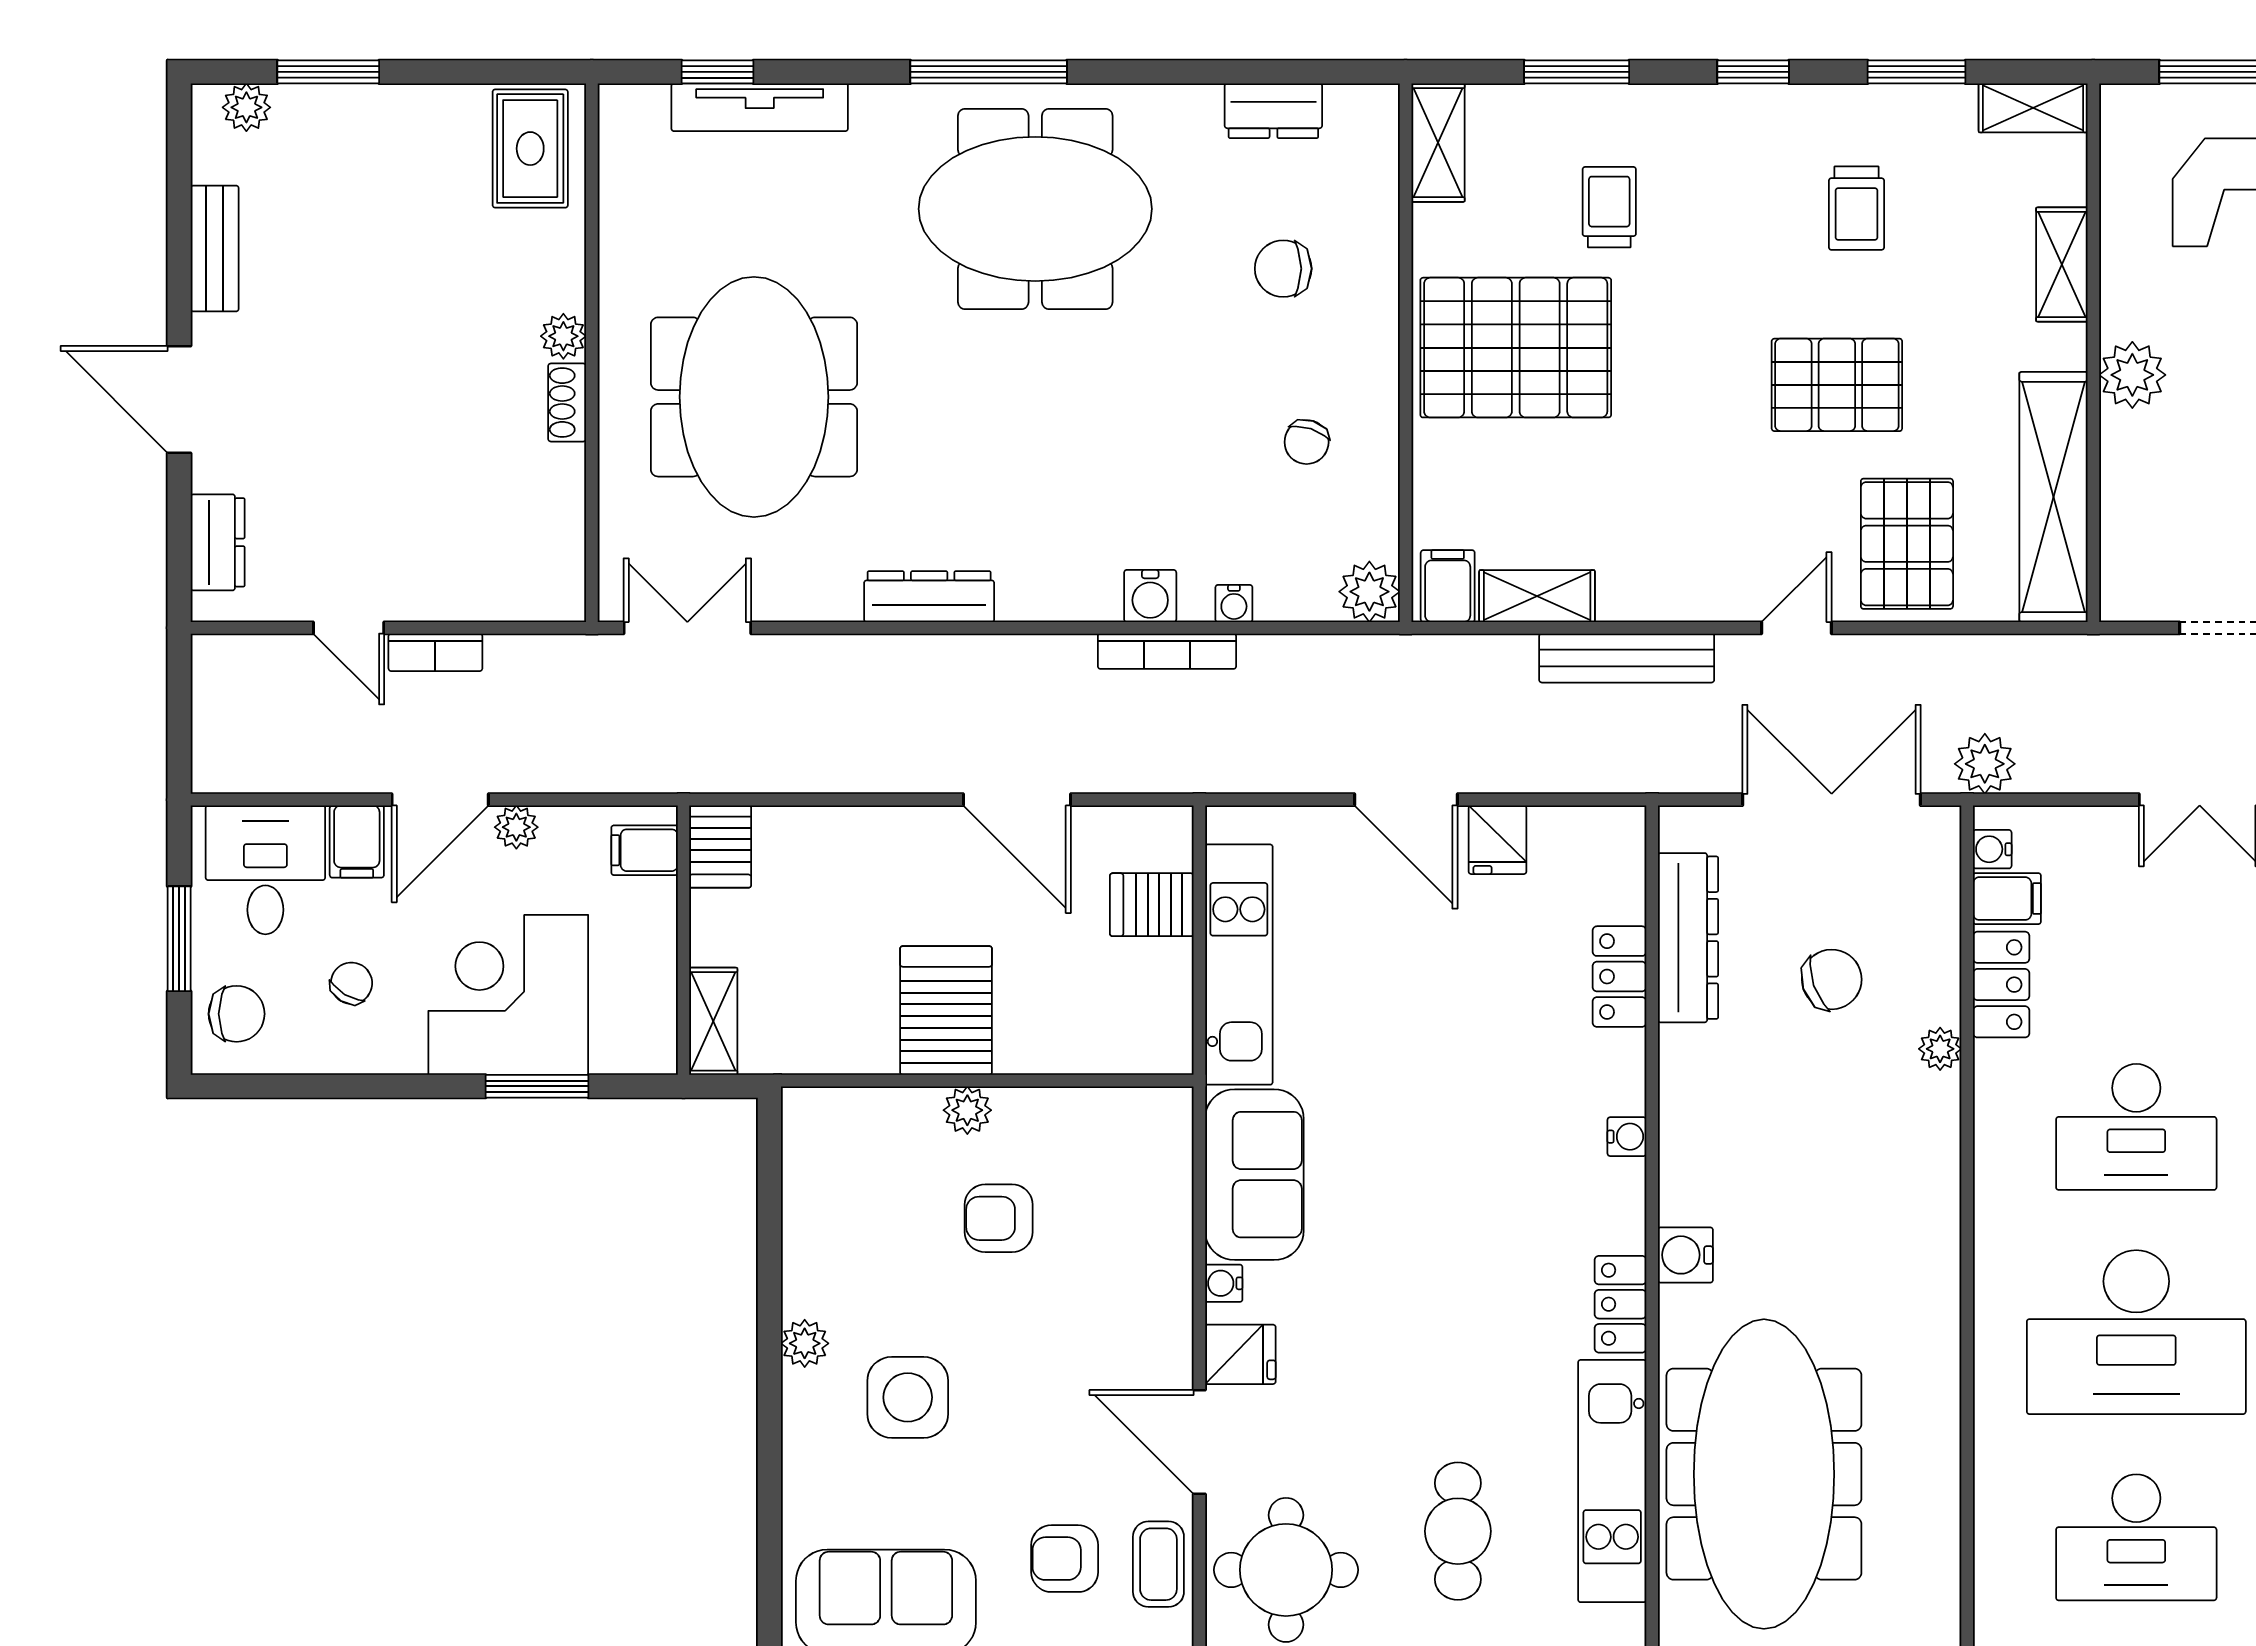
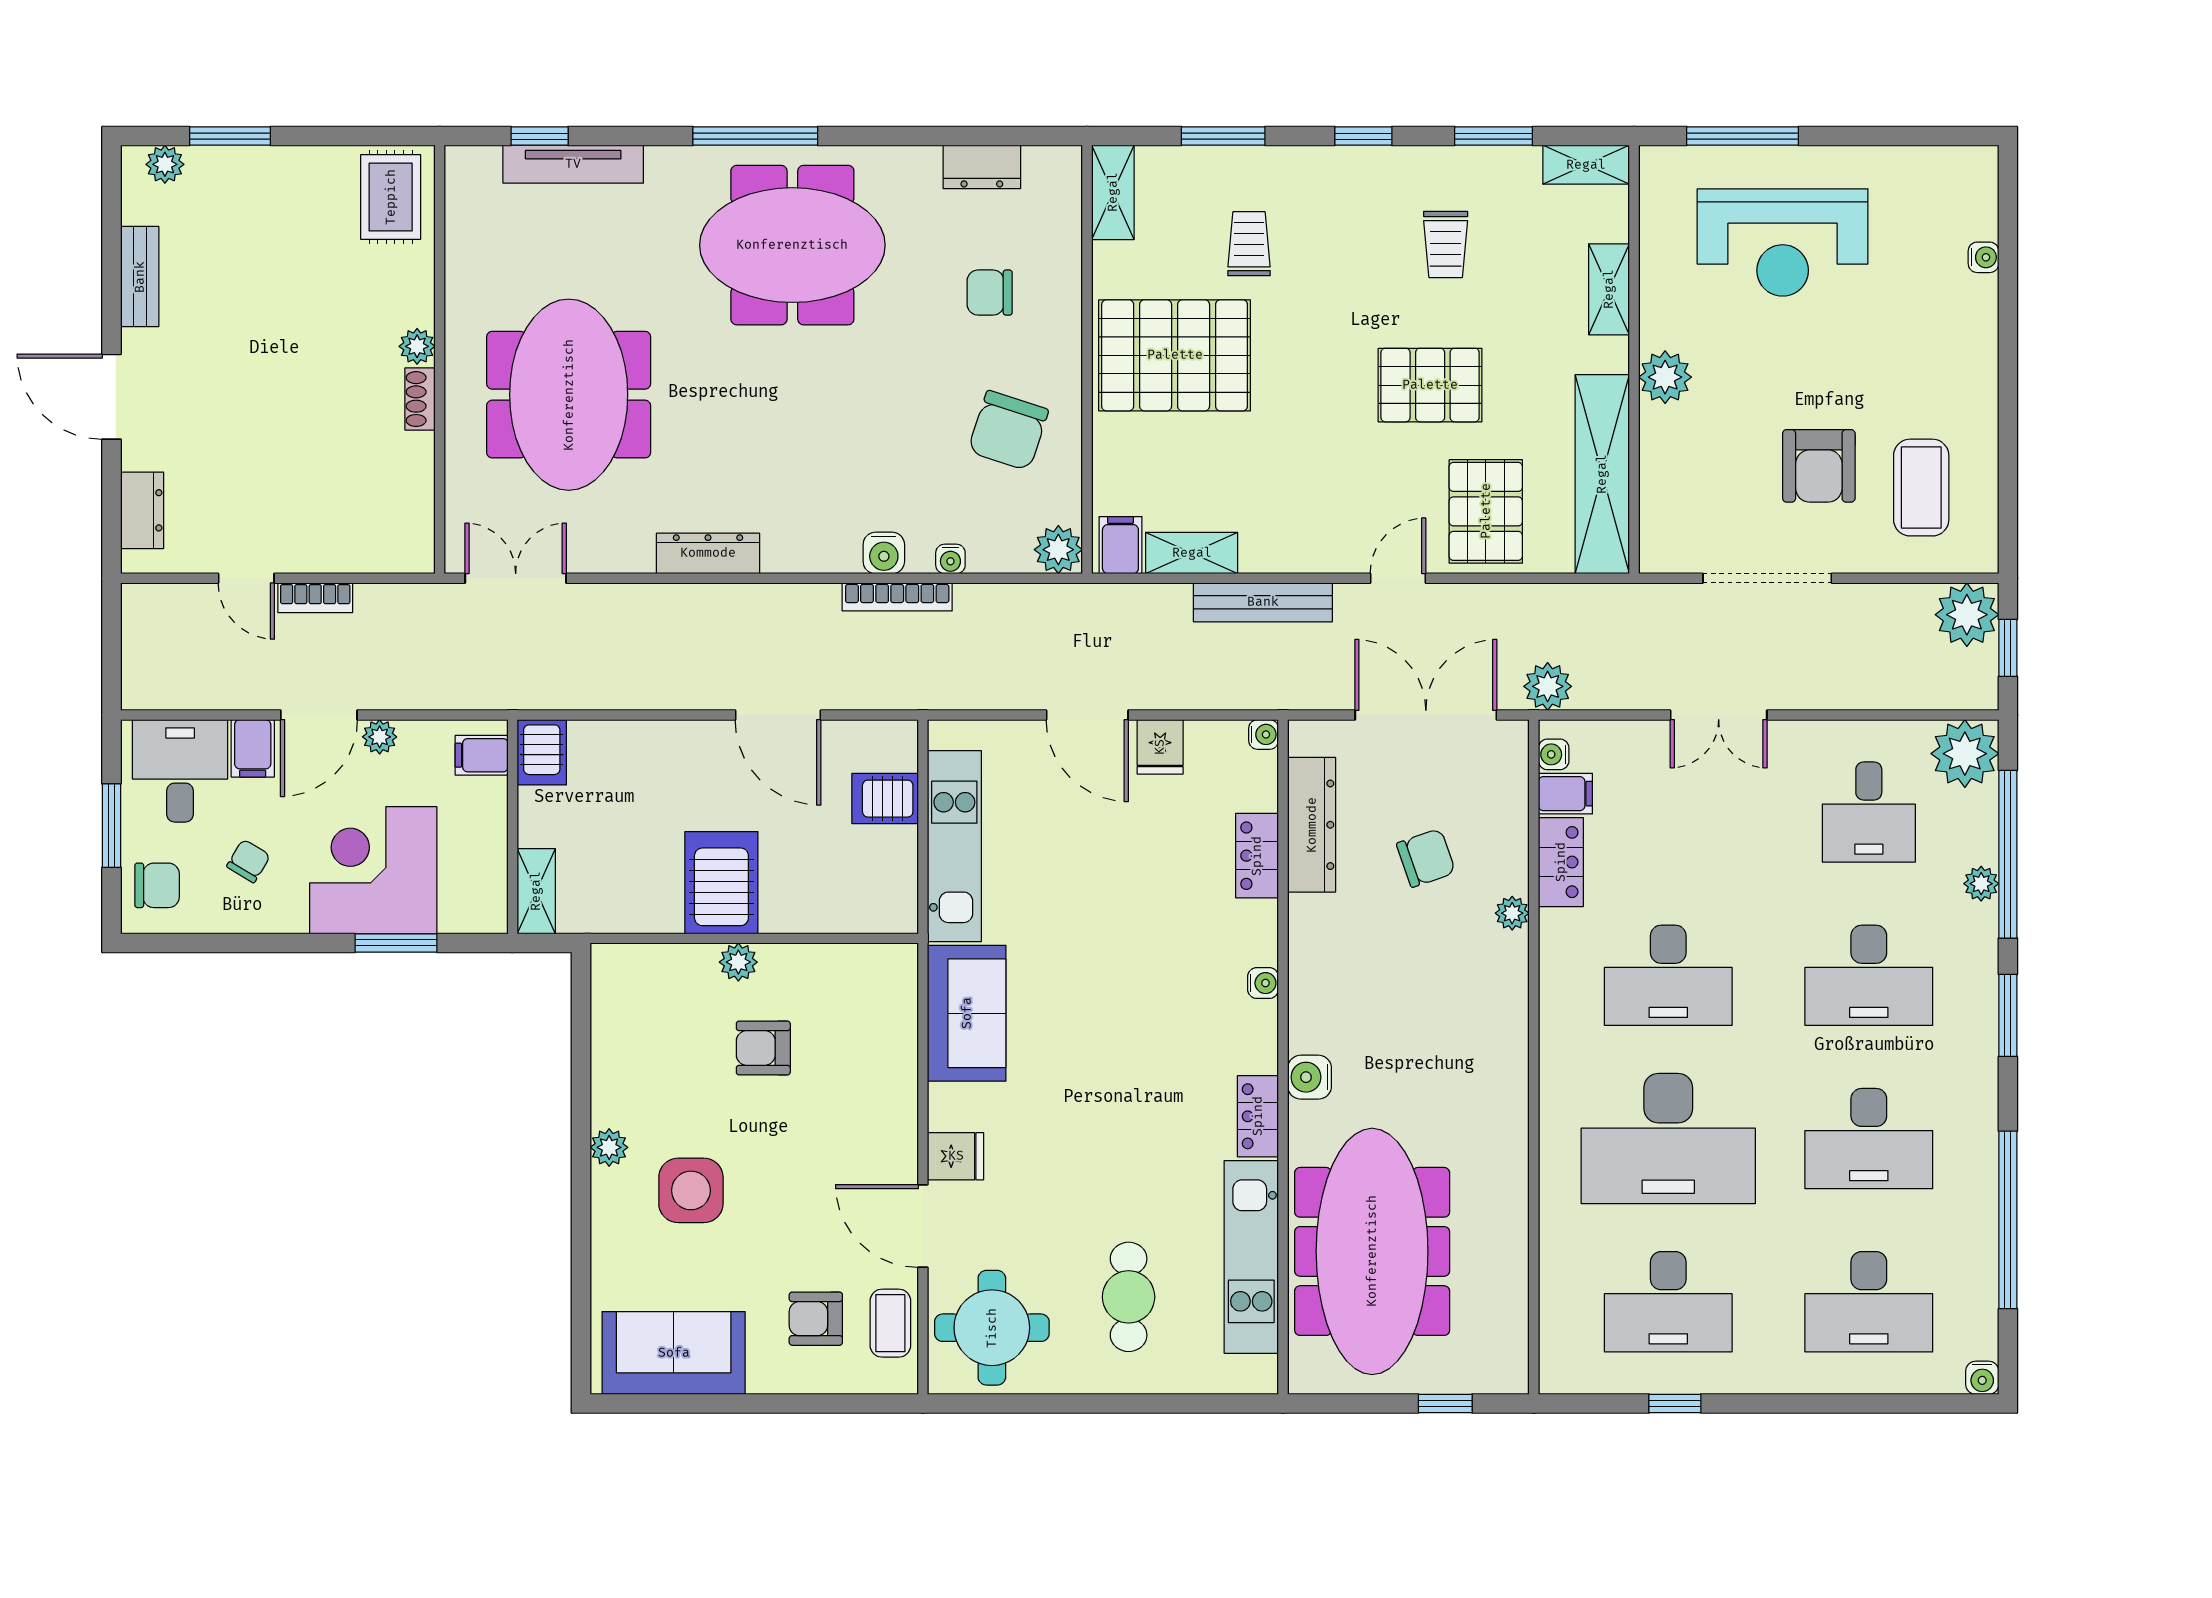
chair: (1307, 442) -> (1008, 430), width x1.87, depth x1.87
water cooler: (1224, 1283) -> (1264, 734), moved, turned 180

